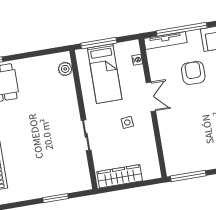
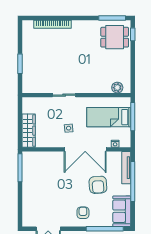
armchair: (193, 73) -> (98, 185), turned 86
double door: (151, 97) -> (85, 149), width x1.87
wardrobe: (120, 176) -> (29, 131), moved

